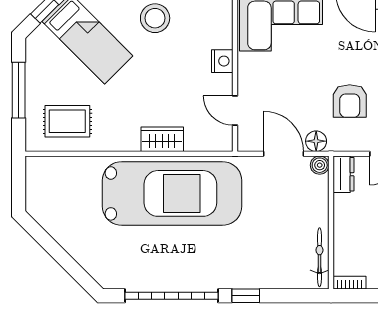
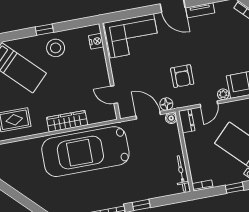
nightstand: (222, 61) -> (96, 41), moved
wardrobe: (162, 139) -> (67, 121), width x1.50
car: (172, 193) -> (85, 152), turned 180

